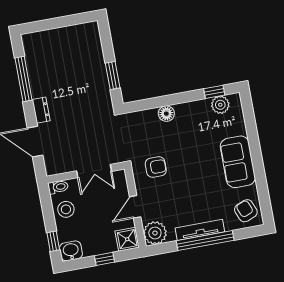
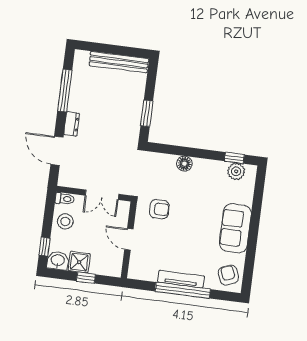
bench: (68, 33) -> (119, 62), added
door: (135, 207) -> (129, 239), hinge flipped
plant: (155, 233) -> (139, 269), removed
shower: (127, 239) -> (79, 262), moved

